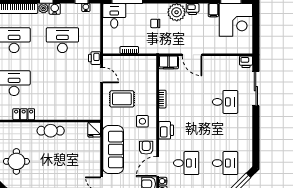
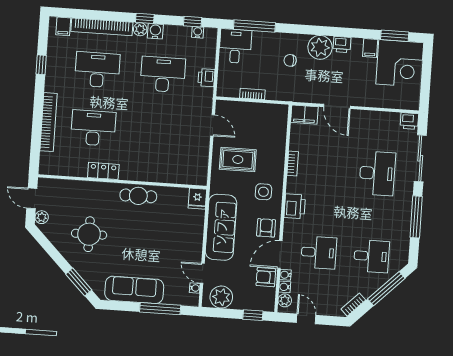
printer: (95, 58) -> (206, 78), moved
desk: (225, 102) -> (377, 173), width x1.37
window: (256, 132) -> (416, 217), added

